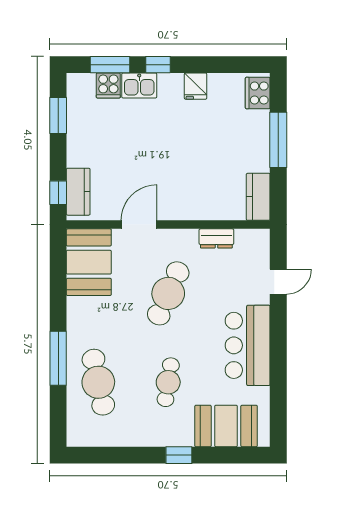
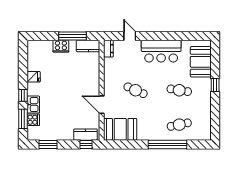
cooker: (258, 93) -> (61, 46), moved
window: (278, 140) -> (72, 36), moved
dresser: (216, 238) -> (108, 49), moved
cafe table: (168, 293) -> (136, 90), width x0.73, depth x0.74
window: (58, 358) -> (167, 144), width x1.46
cafe table: (98, 382) -> (179, 125), width x0.73, depth x0.74

